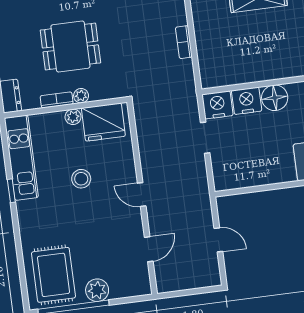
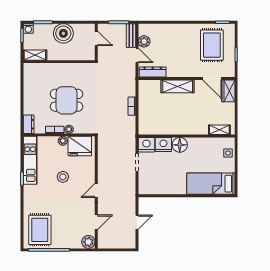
door: (142, 195) -> (96, 190), hinge flipped
door: (218, 240) -> (137, 222), hinge flipped
plant: (97, 290) -> (88, 242), moved

